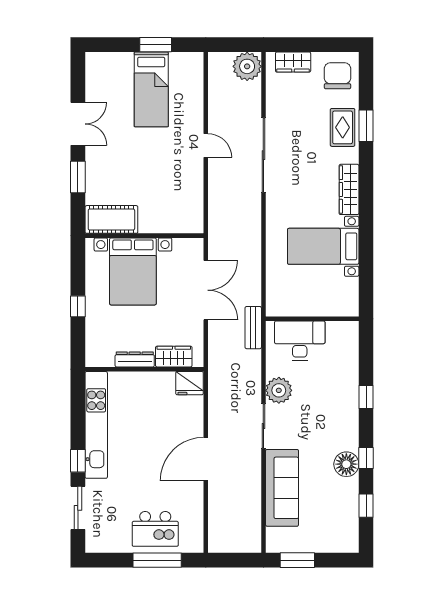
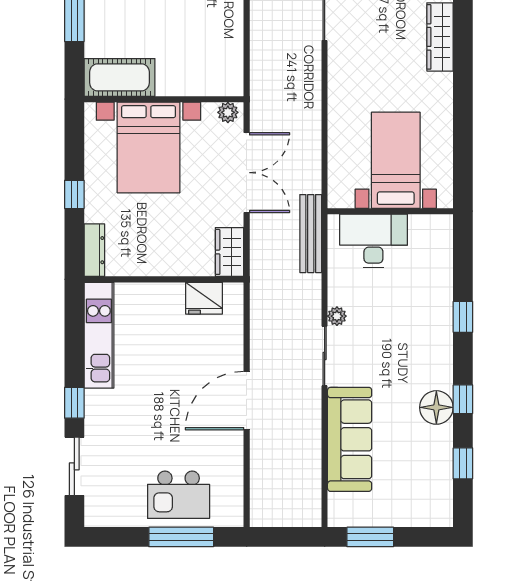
plant: (192, 245) -> (228, 112), added
bed with nightstands: (323, 246) -> (396, 160), moved, turned 90
bench: (253, 328) -> (311, 234), width x1.36
wardrobe: (174, 357) -> (230, 252), moved, turned -90
dresser: (135, 359) -> (94, 250), moved, turned 90
fridge: (190, 383) -> (204, 298), moved
plant: (279, 390) -> (337, 316), width x0.53, depth x0.53
kitchen unit: (96, 425) -> (99, 335), width x0.73

